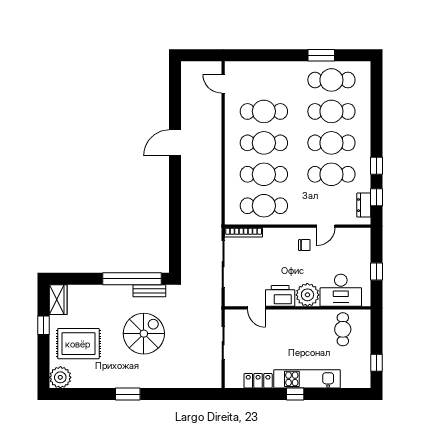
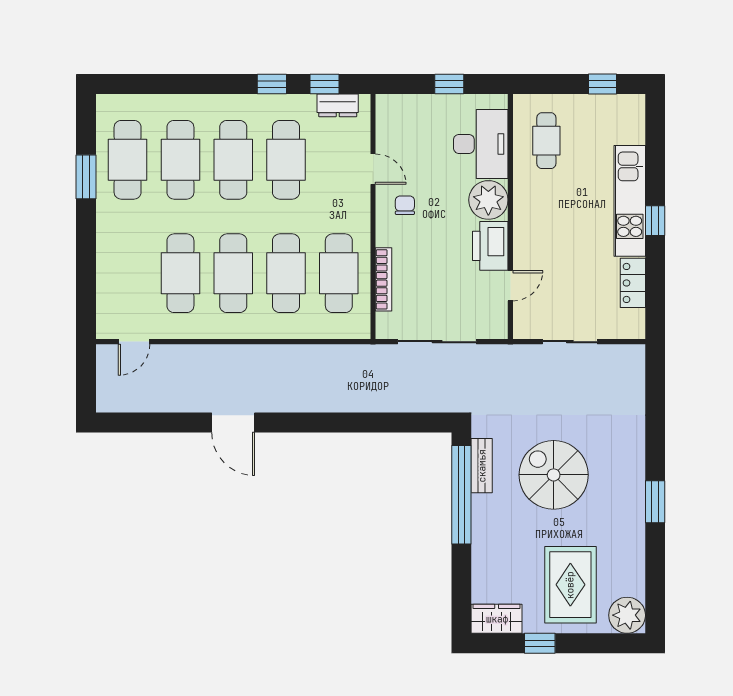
bookcase: (244, 232) -> (384, 279), moved
cafe table: (343, 329) -> (546, 141), turned 90

